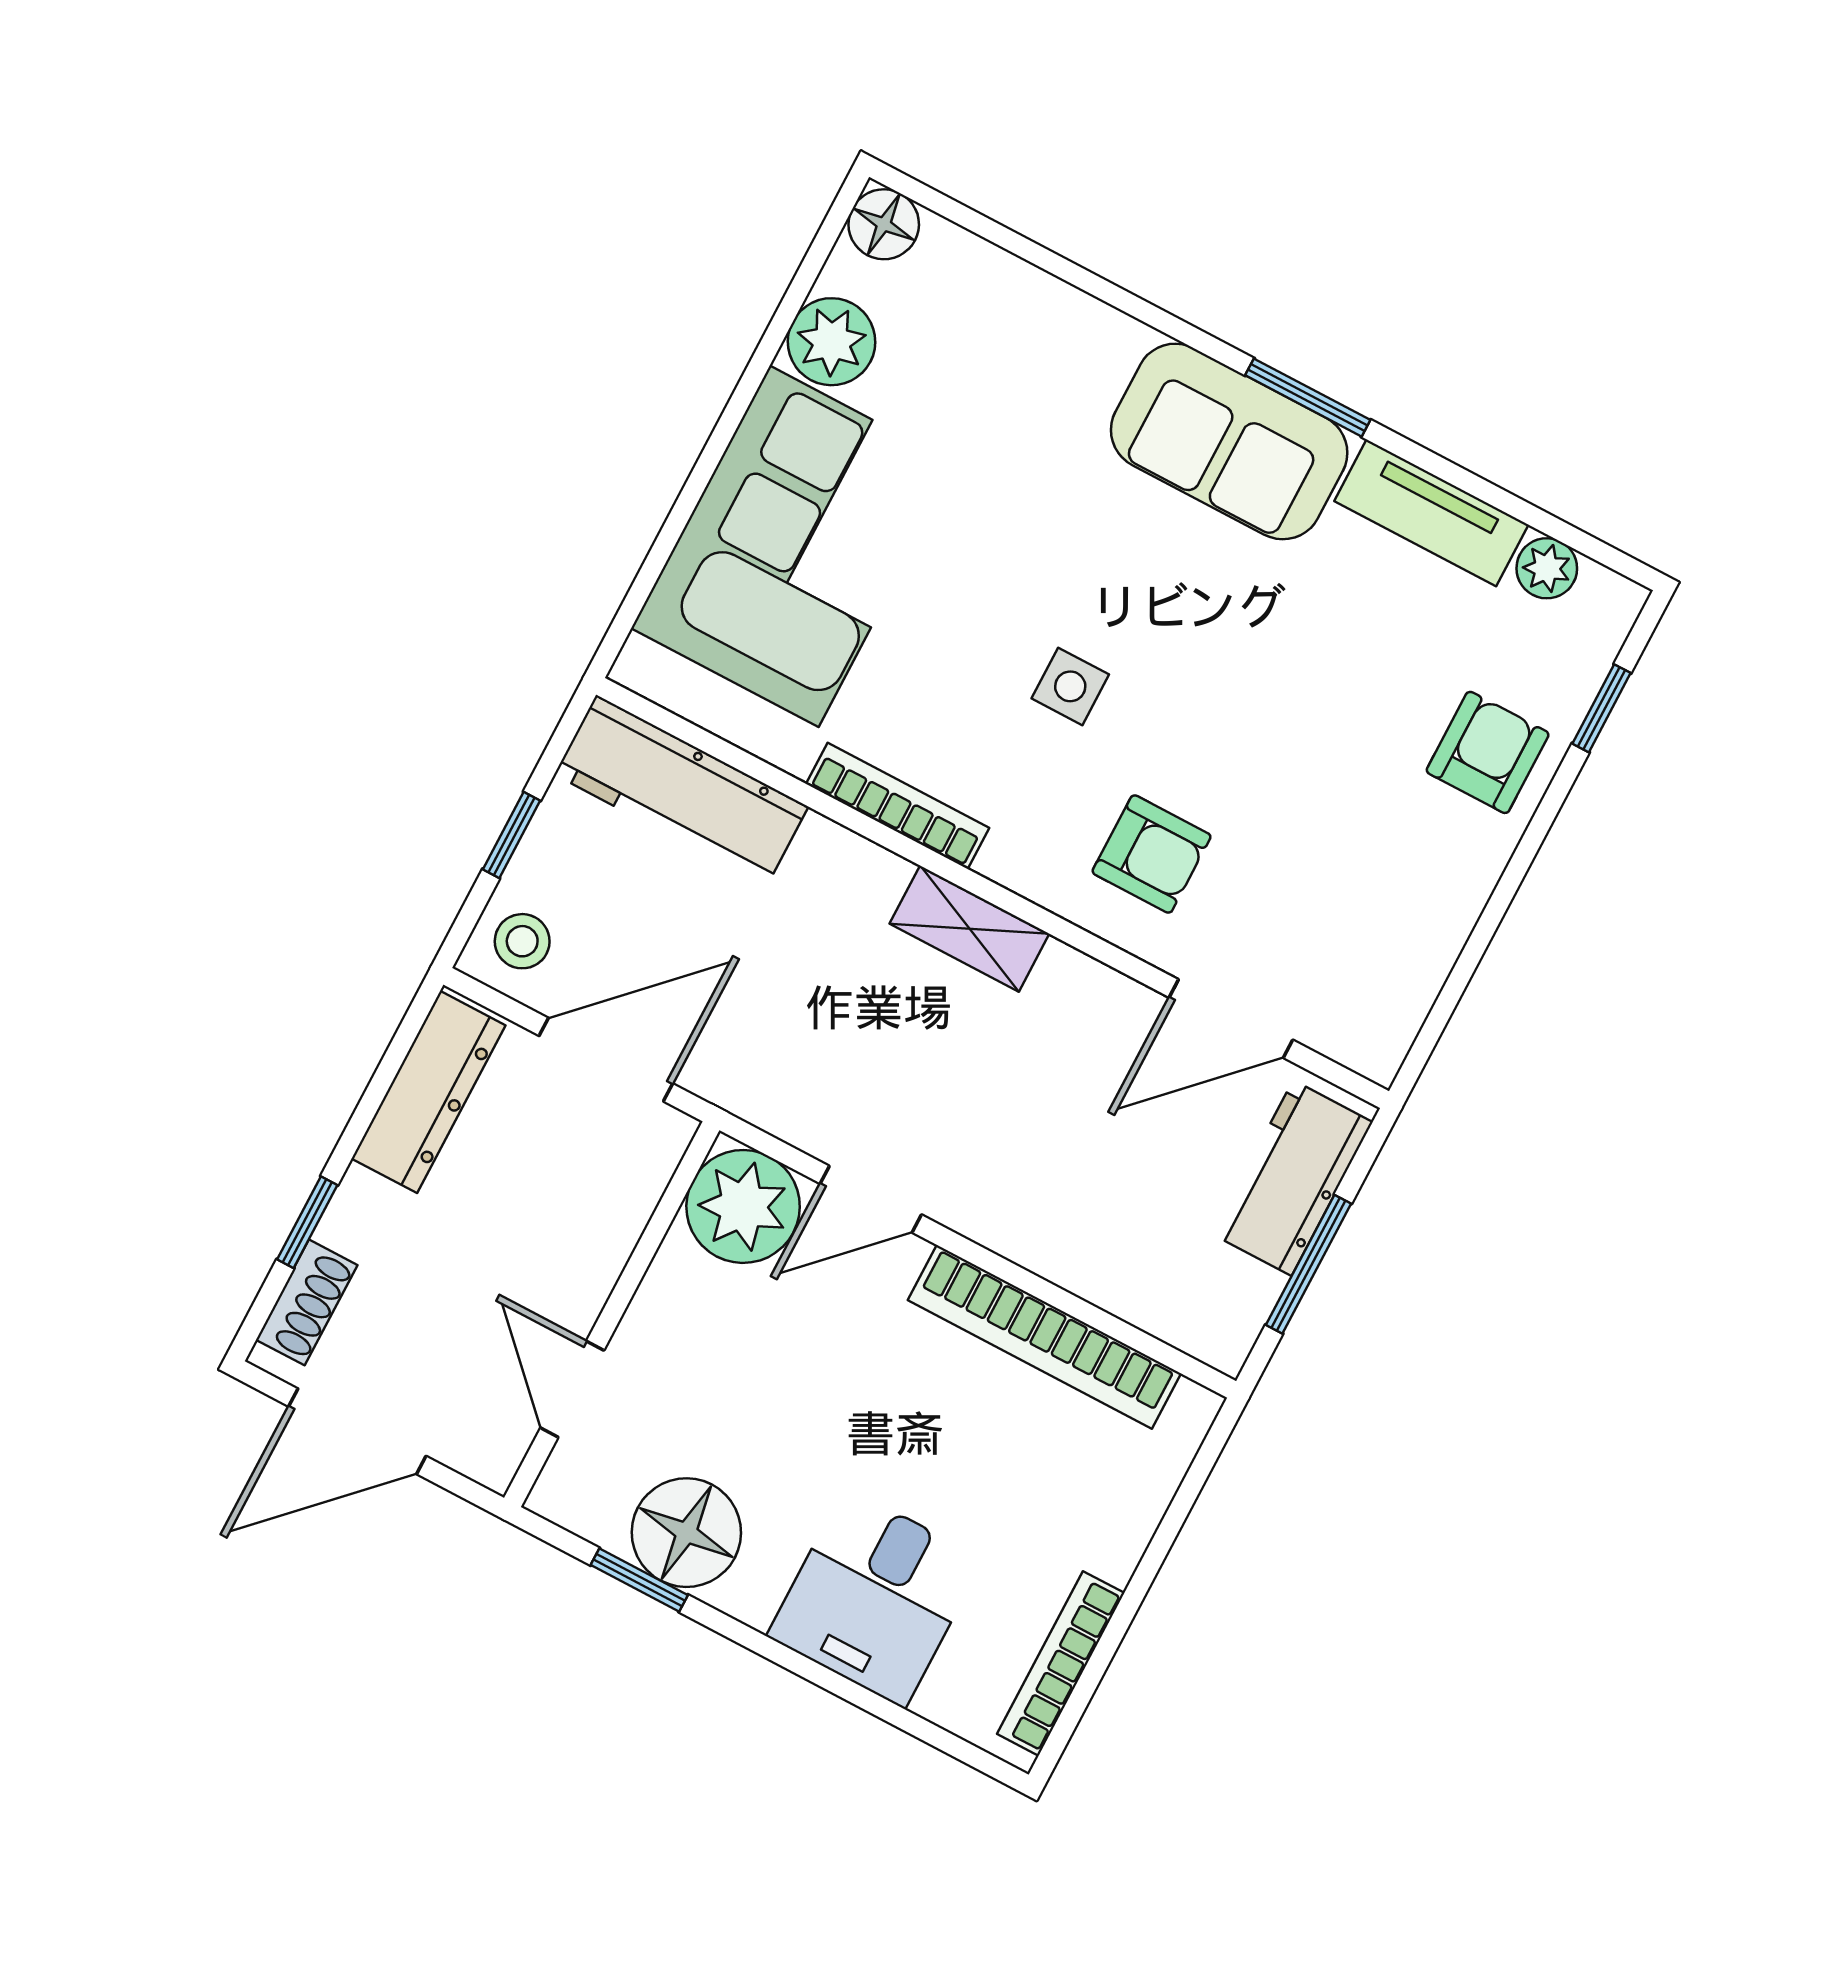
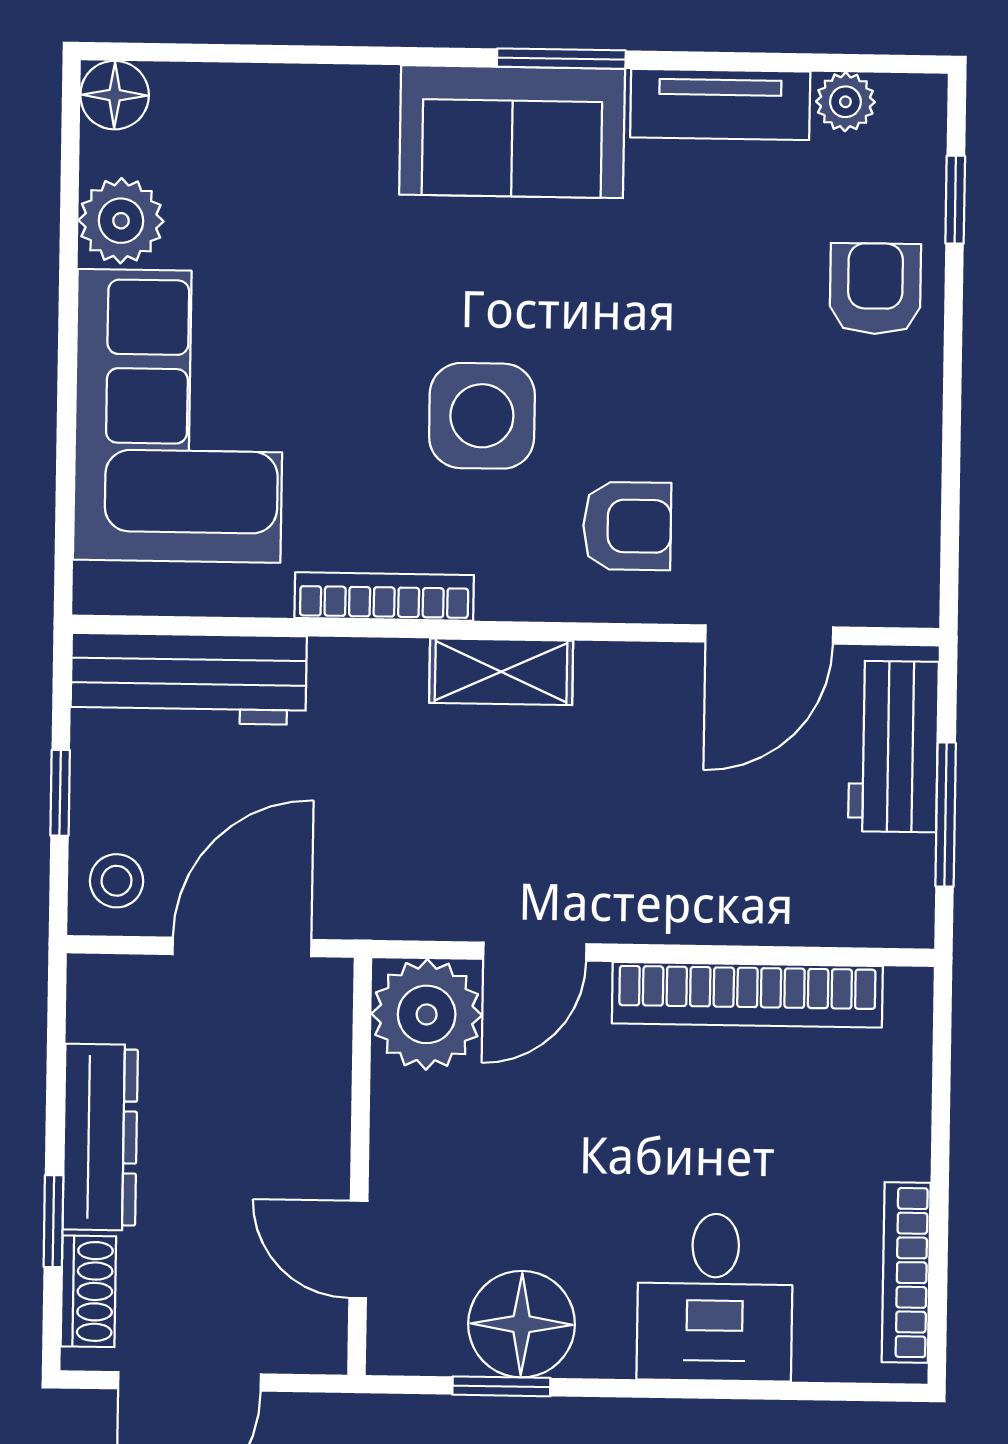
side table: (1070, 686) -> (482, 416), width x1.87, depth x1.87
dresser: (429, 1092) -> (100, 1137), moved

